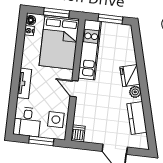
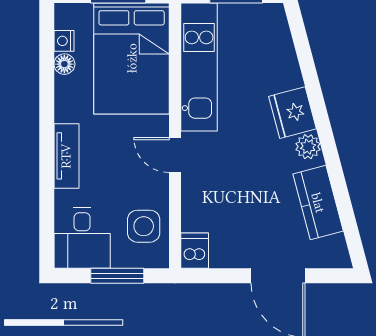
floor lamp: (31, 20) -> (64, 64), moved

